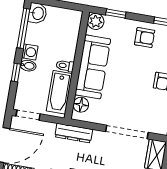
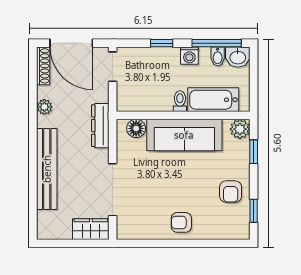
bidet: (28, 66) -> (218, 56), moved
bathtub: (59, 92) -> (213, 100), moved

